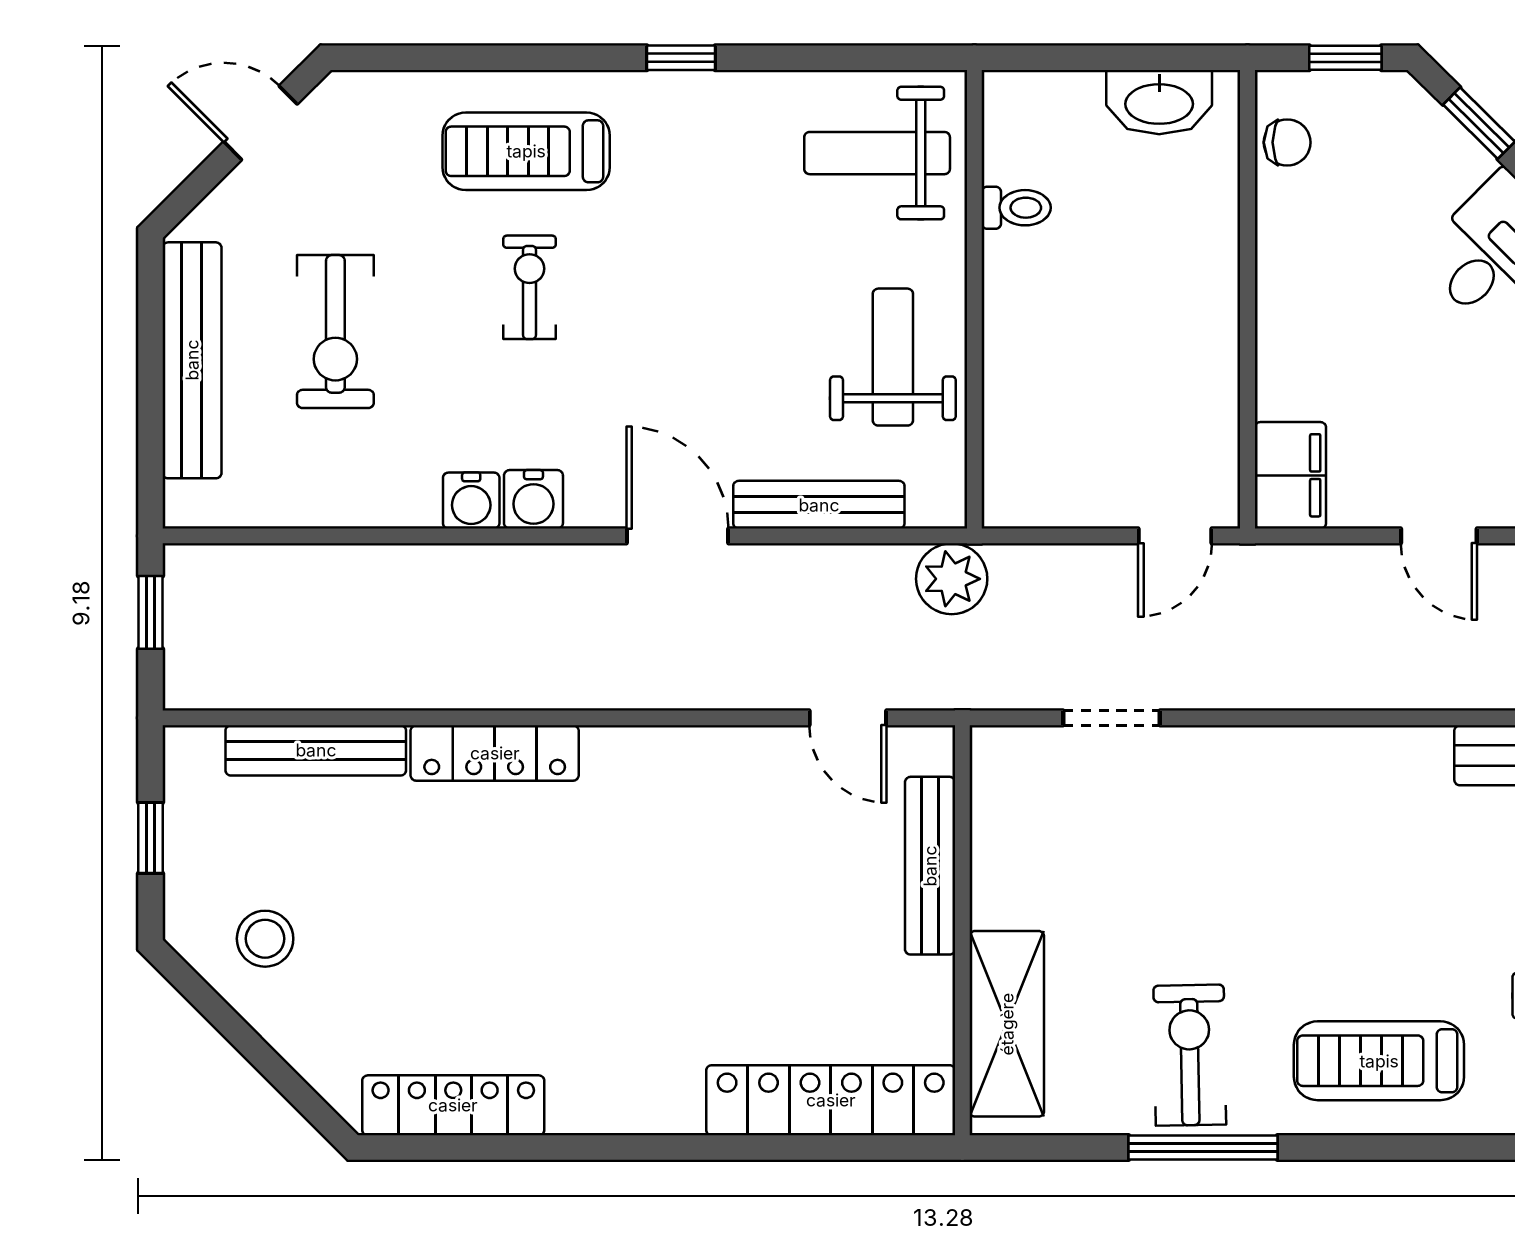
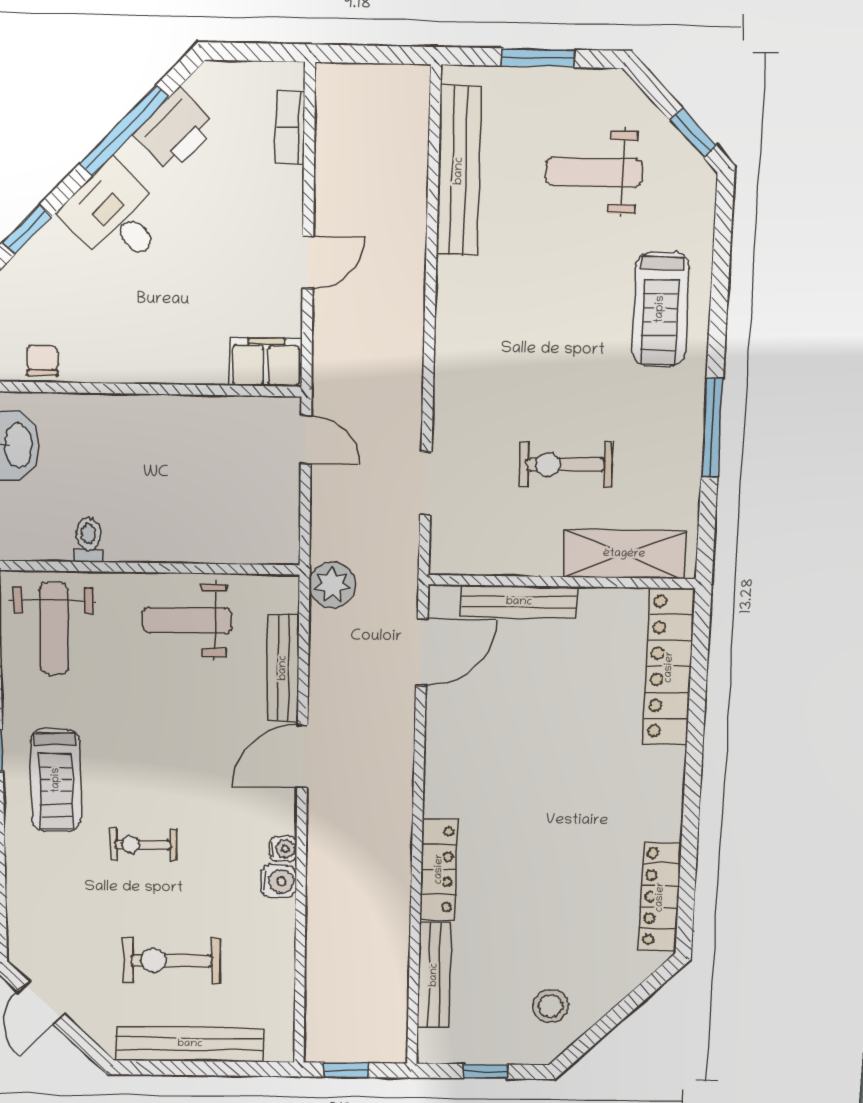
treadmill: (526, 151) -> (56, 780), moved
exercise bike: (335, 332) -> (172, 961), turned 180
water cooler: (533, 499) -> (283, 849), width x0.72, depth x0.72
door: (848, 718) -> (422, 652), width x1.38
exercise bike: (1190, 1055) -> (565, 465), moved

